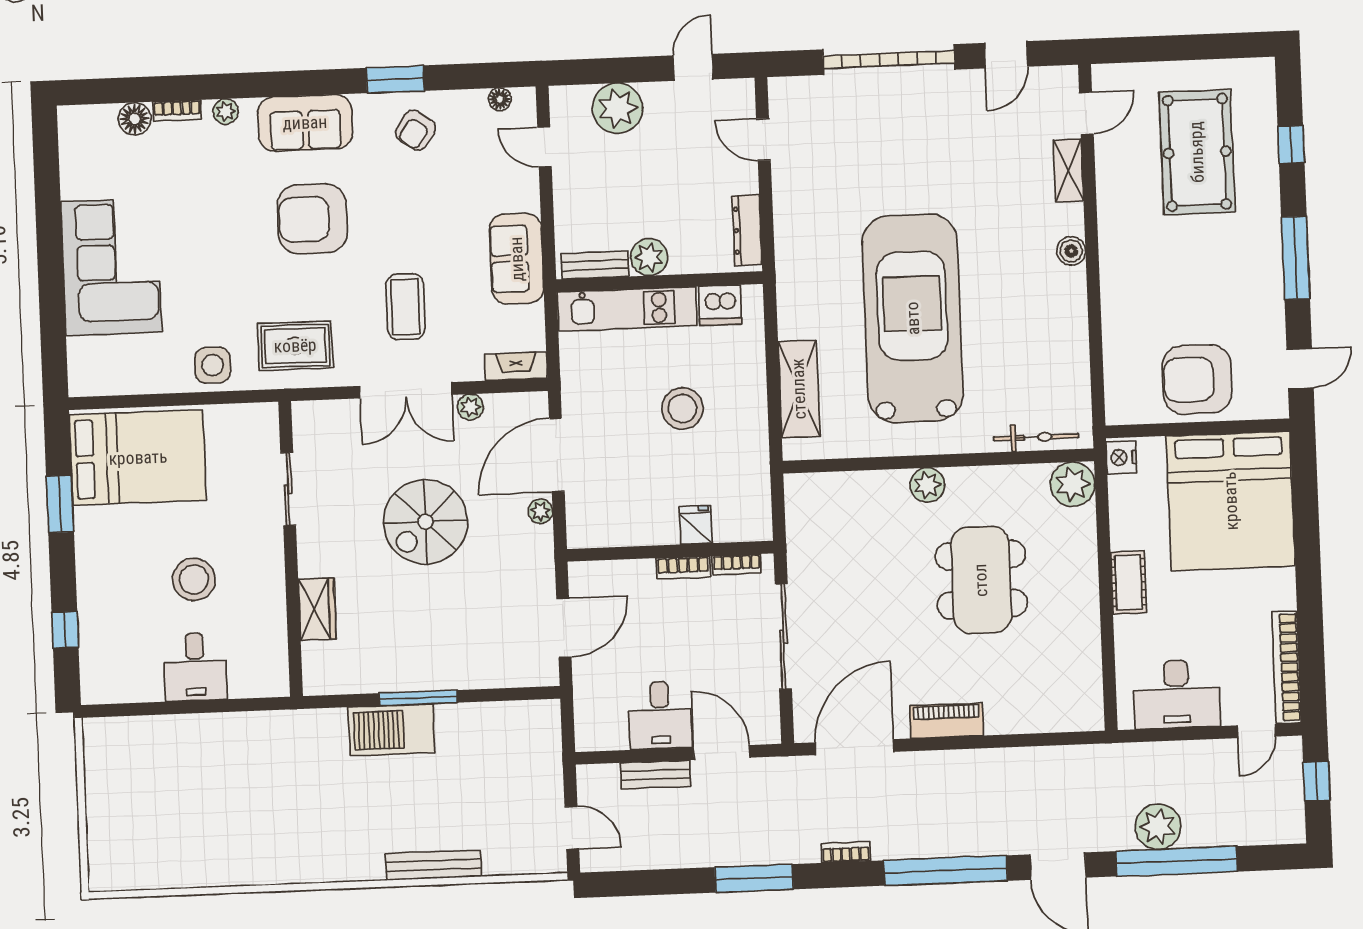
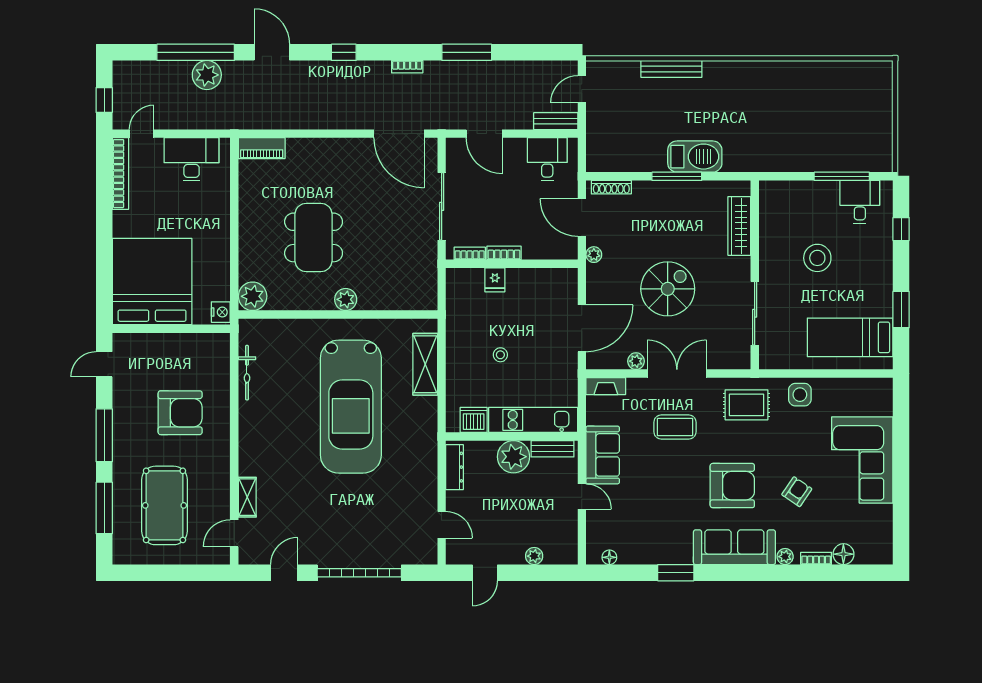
plant: (618, 108) -> (534, 556), width x0.53, depth x0.53
sofa: (305, 123) -> (734, 547), width x1.36
armchair: (416, 130) -> (797, 492), moved
window: (1291, 145) -> (104, 508), width x2.17
door: (544, 147) -> (582, 497), moved
boiler: (1071, 251) -> (248, 446), removed
plant: (649, 257) -> (513, 457), width x1.36, depth x1.36
coffee table: (405, 307) -> (675, 427), turned 90
armchair: (1197, 379) -> (180, 413), moved
stool: (682, 408) -> (500, 355), width x0.53, depth x0.53
bicycle: (1036, 437) -> (247, 373), moved, turned -90
bed: (138, 458) -> (850, 337), width x0.67
sliding door: (288, 489) -> (755, 313), width x1.37
plant: (540, 511) -> (594, 255), moved
cot: (1129, 582) -> (219, 232), removed
wardrobe: (317, 609) -> (739, 226), width x1.50
door: (564, 628) -> (582, 217), hinge flipped
desk: (195, 667) -> (860, 202), moved
shoe rack: (520, 677) -> (611, 187), added
window: (161, 708) -> (842, 176), added
desk: (660, 715) -> (547, 159), moved
piano: (947, 721) -> (262, 148), moved
door: (855, 747) -> (399, 134), hinge flipped
bench: (656, 775) -> (556, 121), moved
door: (572, 828) -> (582, 89), hinge flipped
window: (946, 871) -> (344, 52), width x0.32

